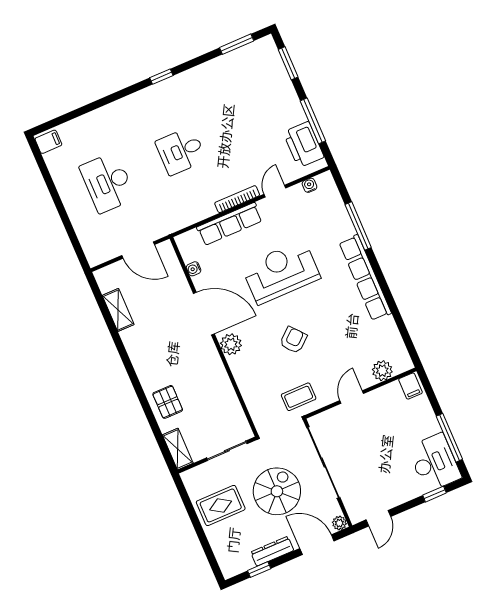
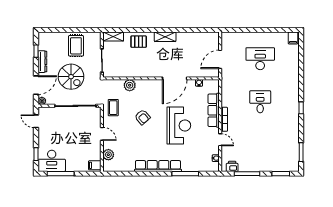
printer: (304, 145) -> (232, 166), width x0.53, depth x0.68
shelving: (118, 310) -> (165, 37), moved
plant: (231, 344) -> (130, 85), moved

